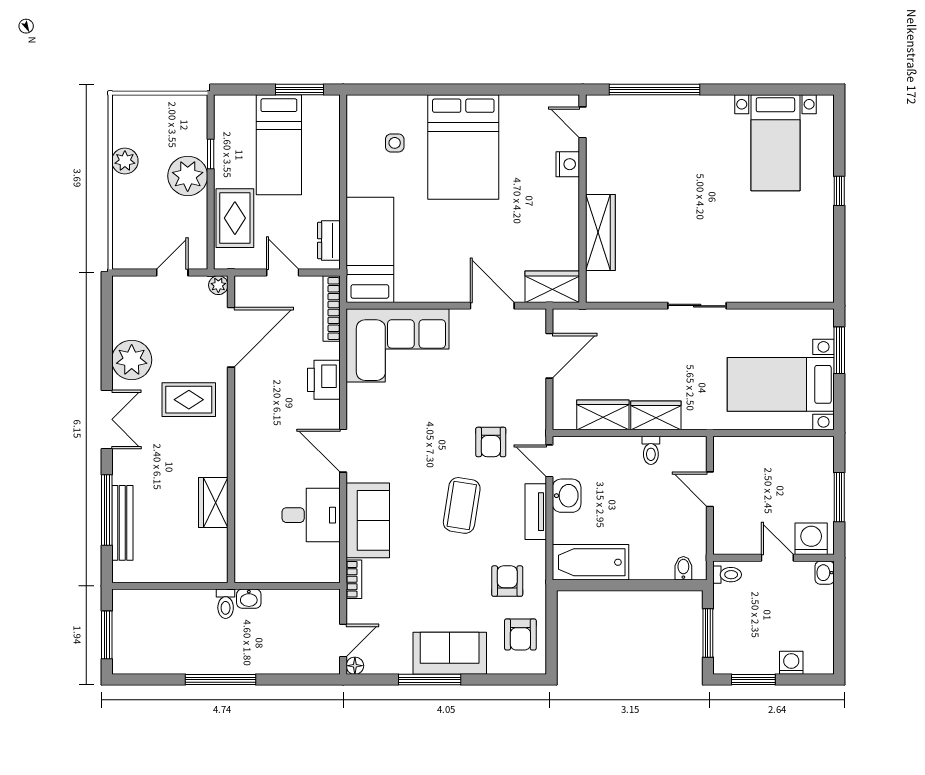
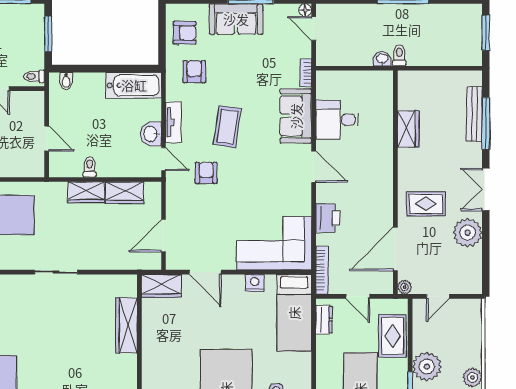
nightstand: (568, 164) -> (255, 283), moved, turned 90
armchair: (507, 581) -> (194, 72), turned 180
armchair: (520, 634) -> (185, 33), turned 90
door: (343, 641) -> (314, 28), hinge flipped

